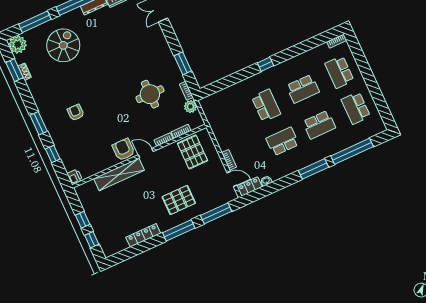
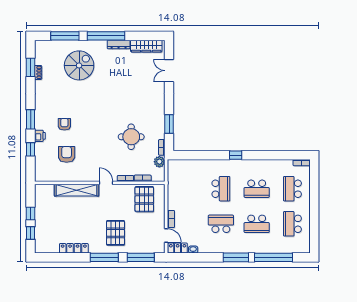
plant: (18, 44) -> (43, 48), removed
armchair: (124, 150) -> (67, 154), moved
printer: (75, 177) -> (40, 136), moved
pallet: (179, 200) -> (115, 233), turned 90

